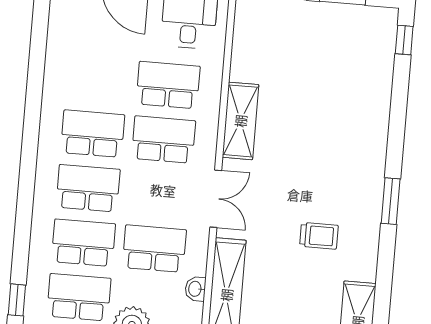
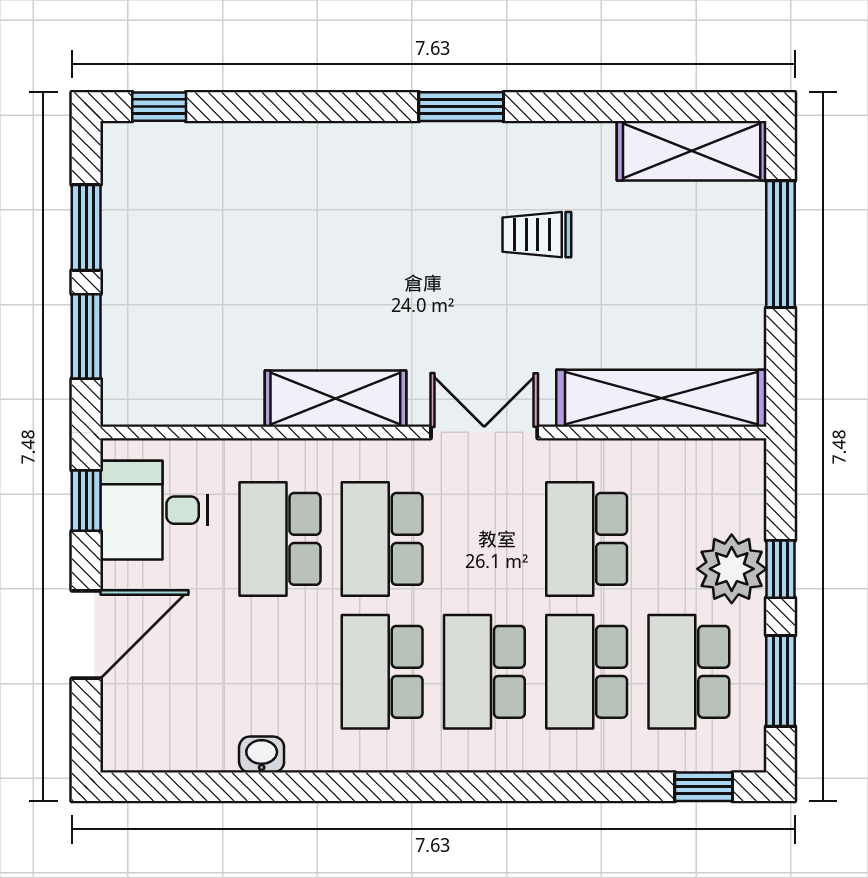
trolley: (319, 236) -> (537, 235), turned -90
washbasin: (195, 289) -> (262, 754), moved, turned 180

